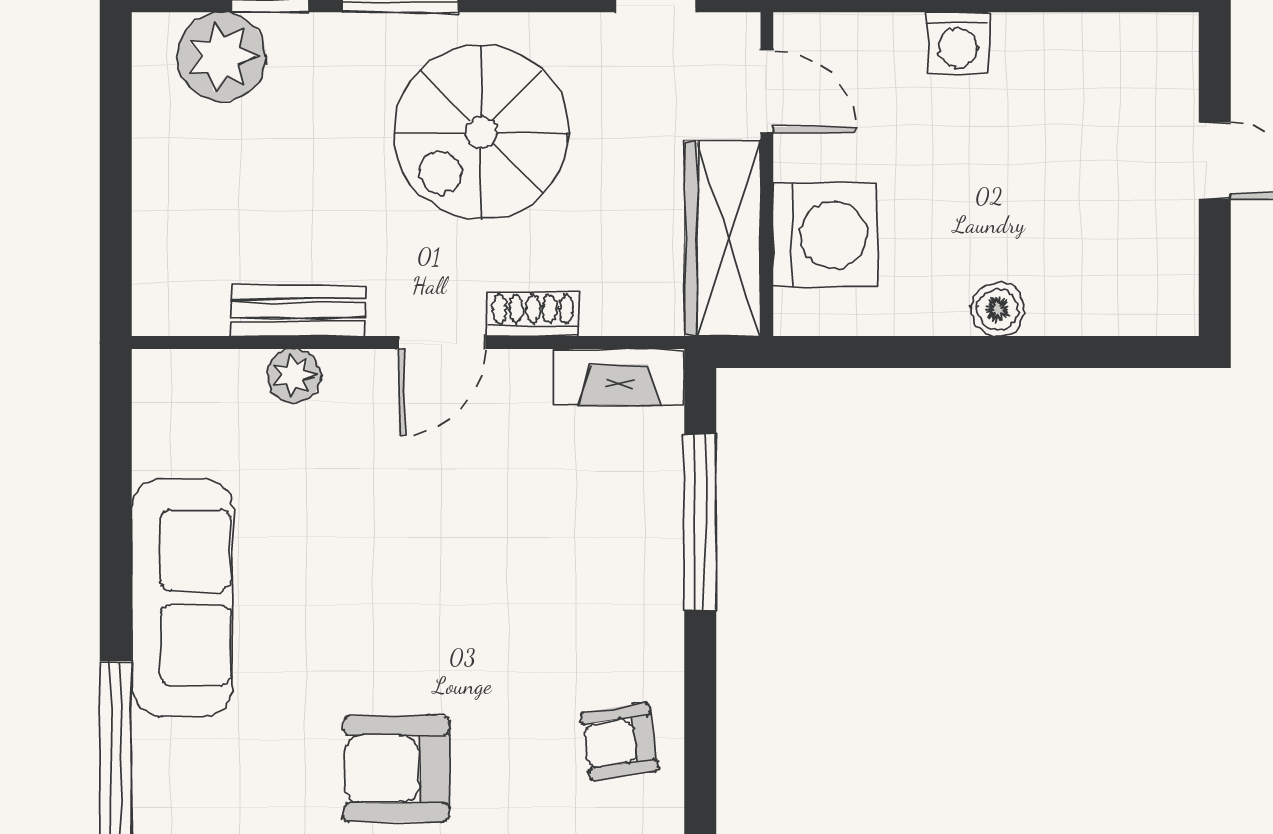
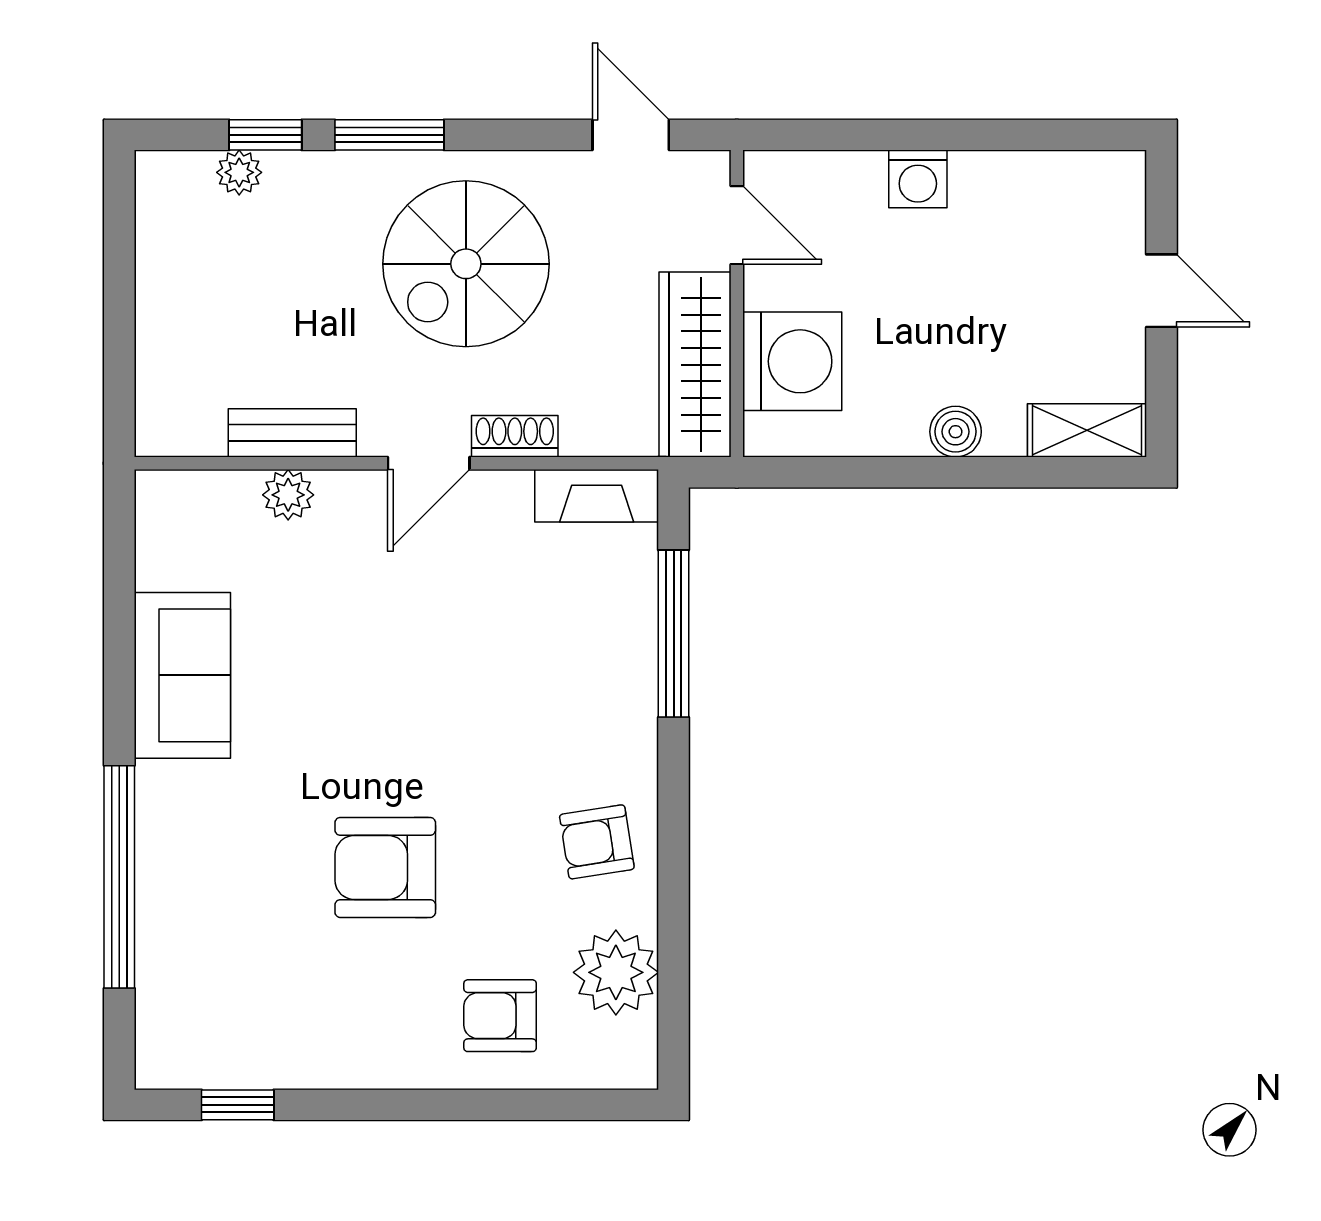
plant: (222, 57) -> (239, 172), width x0.53, depth x0.53
shelving: (1136, 308) -> (1087, 430), added
sofa: (182, 598) -> (182, 675), width x0.73

